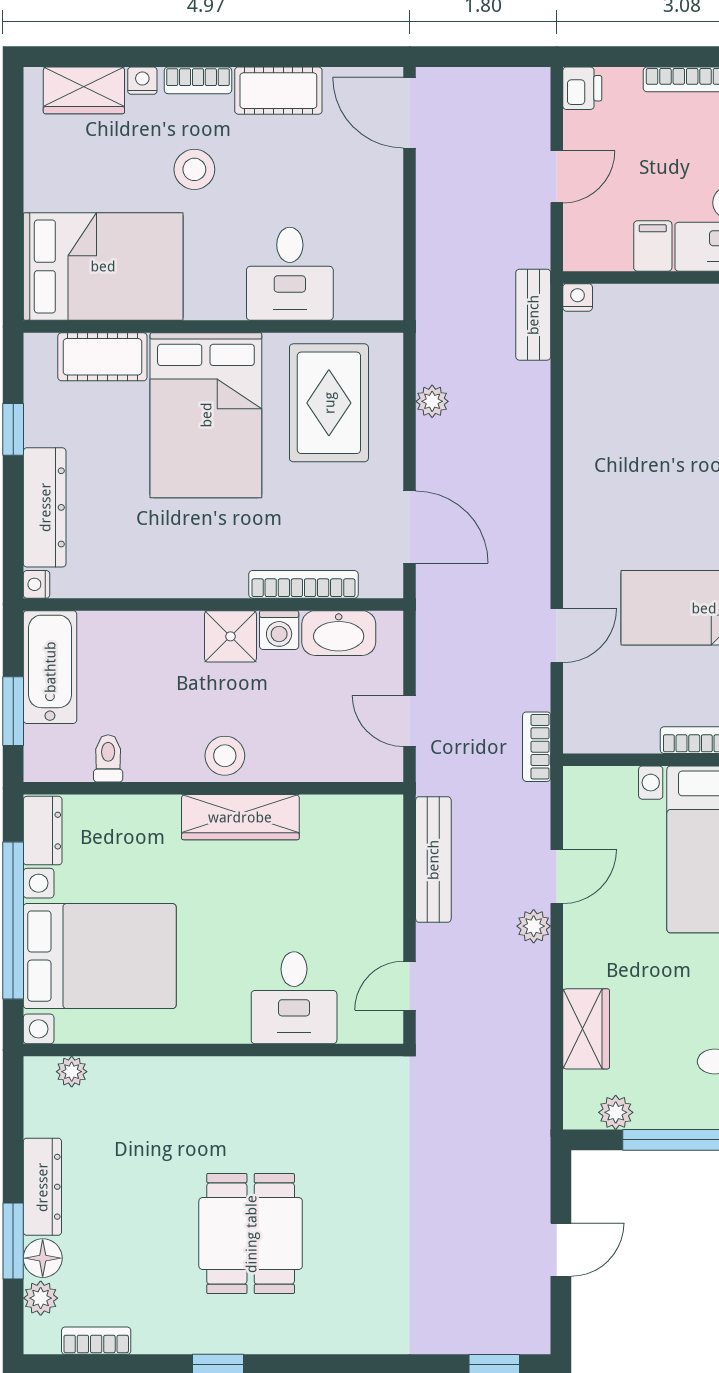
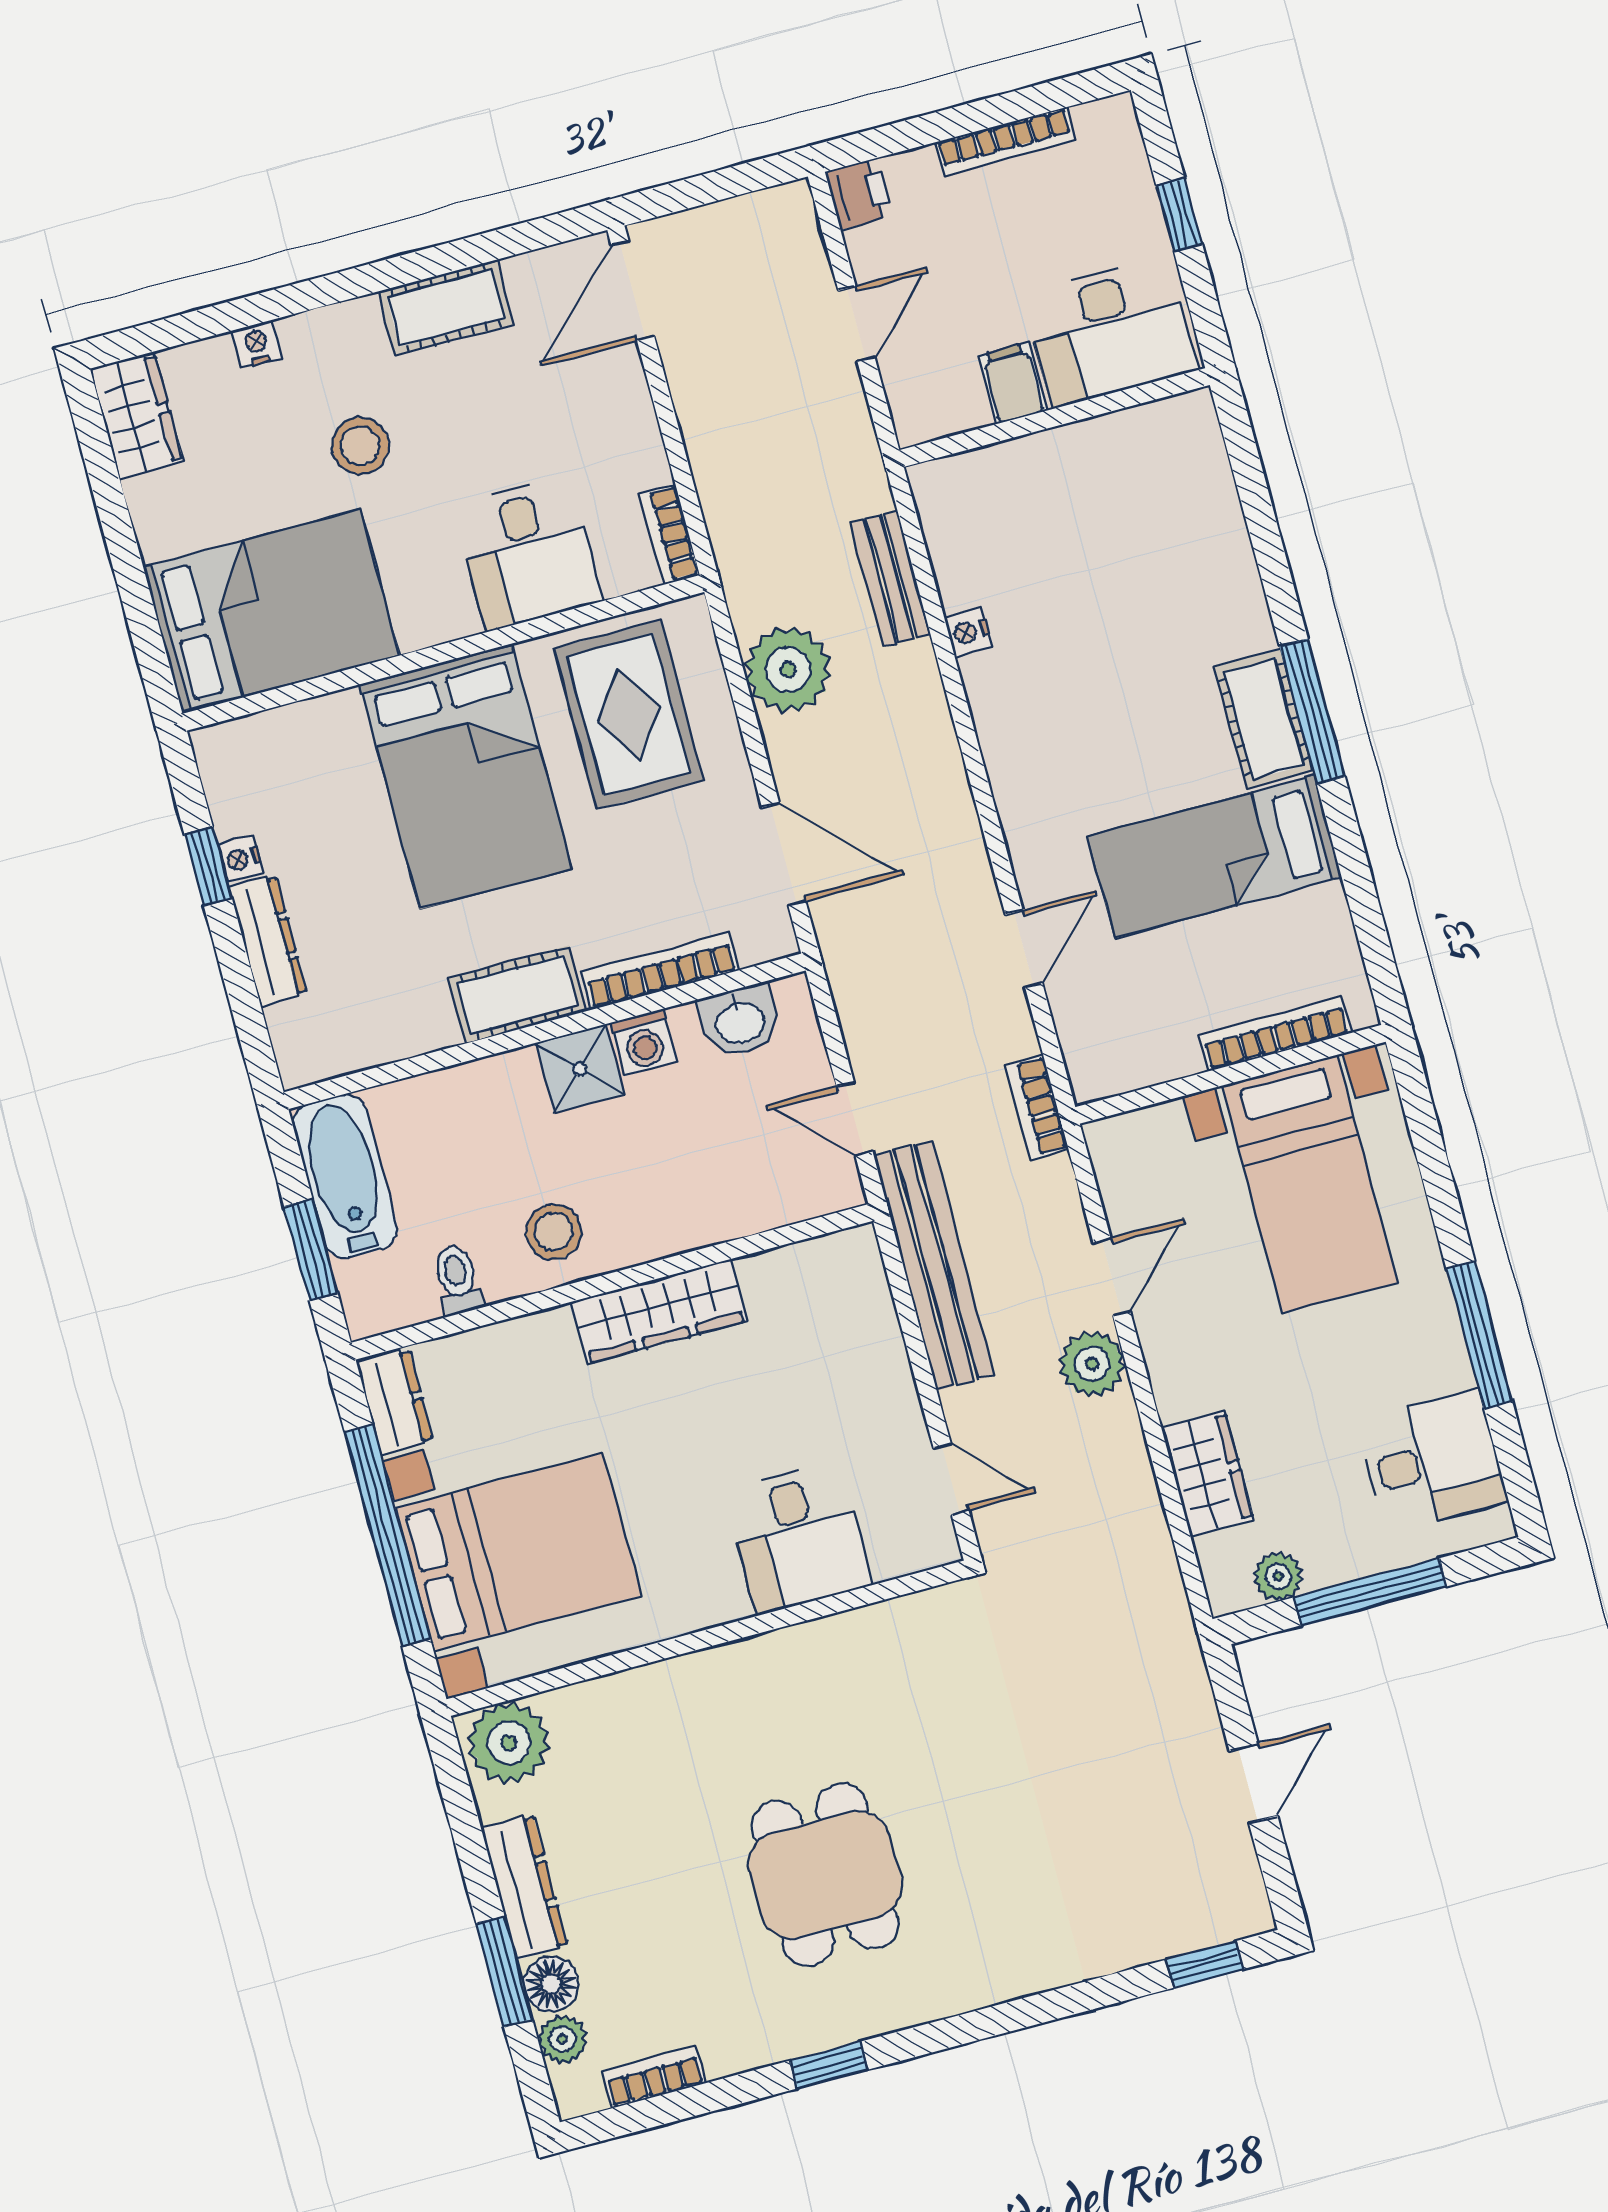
bookcase: (198, 80) -> (669, 534), moved, turned 90
wardrobe: (84, 90) -> (137, 415), moved, turned -90
door: (410, 113) -> (633, 290), hinge flipped
nightstand: (578, 297) -> (968, 632), moved, turned -90
bench: (533, 315) -> (890, 579), moved
cot: (102, 357) -> (517, 995), moved
plant: (432, 401) -> (788, 670), width x1.87, depth x1.87
dresser: (45, 507) -> (268, 941), width x0.73, depth x0.80
nightstand: (37, 584) -> (240, 859), moved
washbasin: (339, 633) -> (740, 1021), width x0.72
stool: (225, 756) -> (554, 1232), moved
bench: (433, 860) -> (934, 1266), width x1.37, depth x1.21
plant: (534, 926) -> (1092, 1364), width x1.38, depth x1.38
door: (410, 986) -> (951, 1479), swing flipped
plant: (72, 1072) -> (509, 1743), width x1.88, depth x1.88

